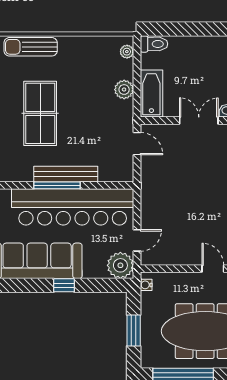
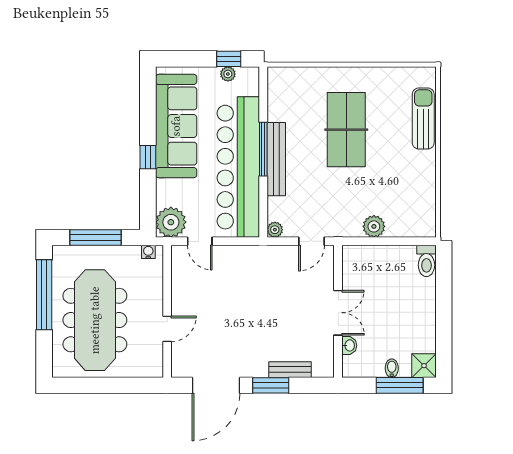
plant: (127, 52) -> (275, 230), moved
bathtub: (151, 94) -> (369, 258), removed
table tennis table: (40, 113) -> (346, 130), turned 90
window: (134, 331) -> (96, 237), width x1.44

